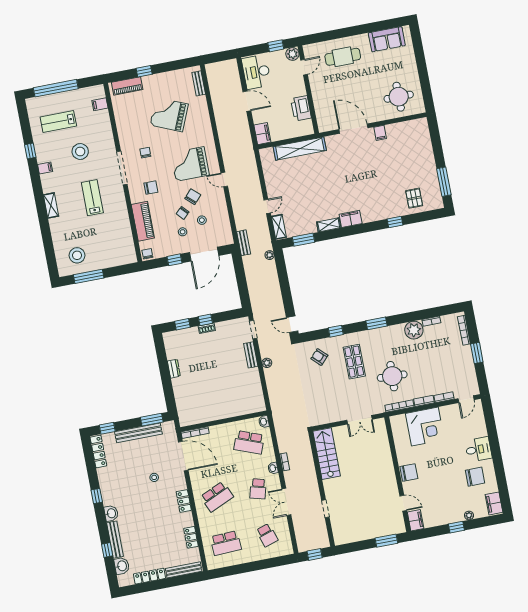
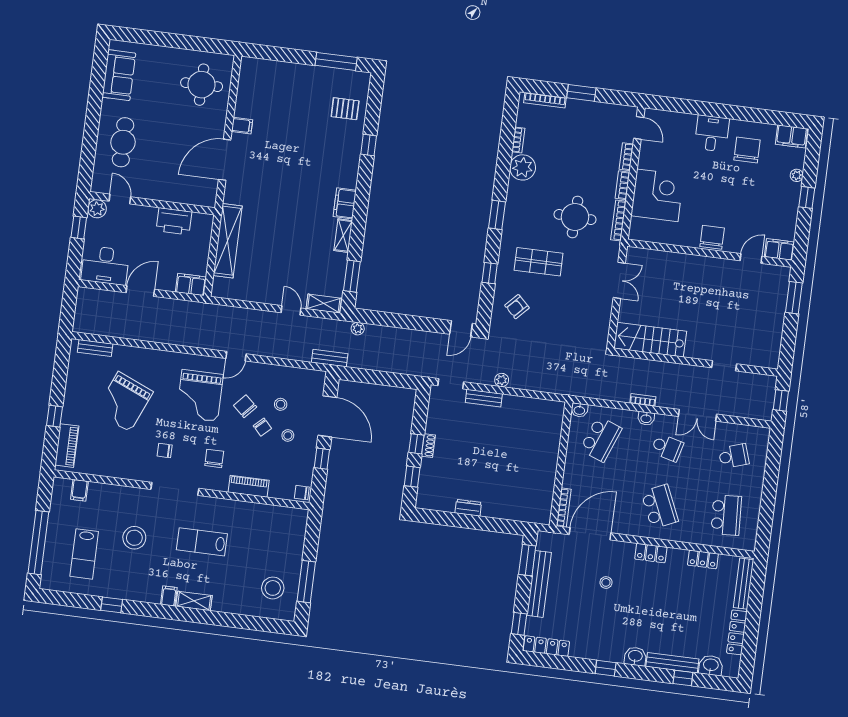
filing cabinet: (45, 168) -> (169, 596), moved
piano: (143, 221) -> (249, 486), width x0.73, depth x0.75

